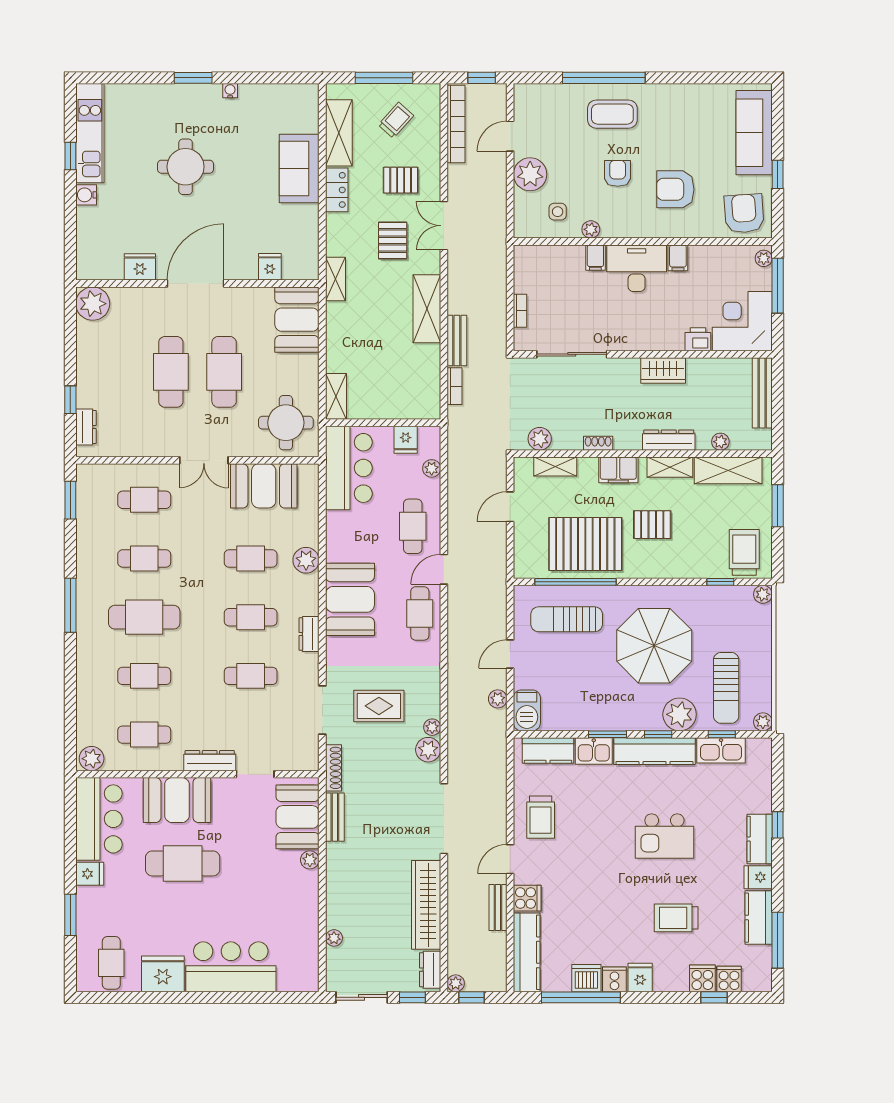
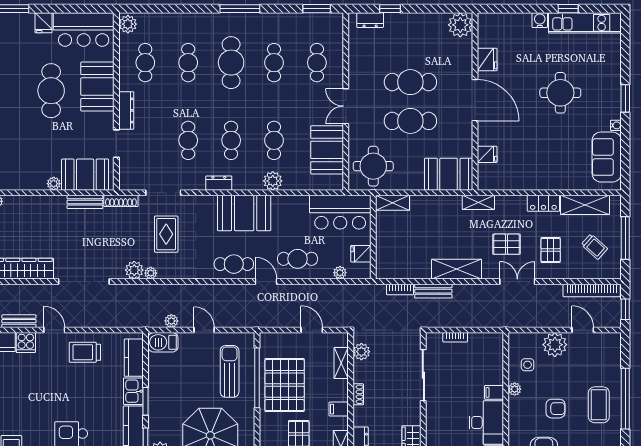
sofa: (299, 169) -> (607, 157), moved, turned -90
filing cabinet: (618, 470) -> (339, 409), width x0.50

